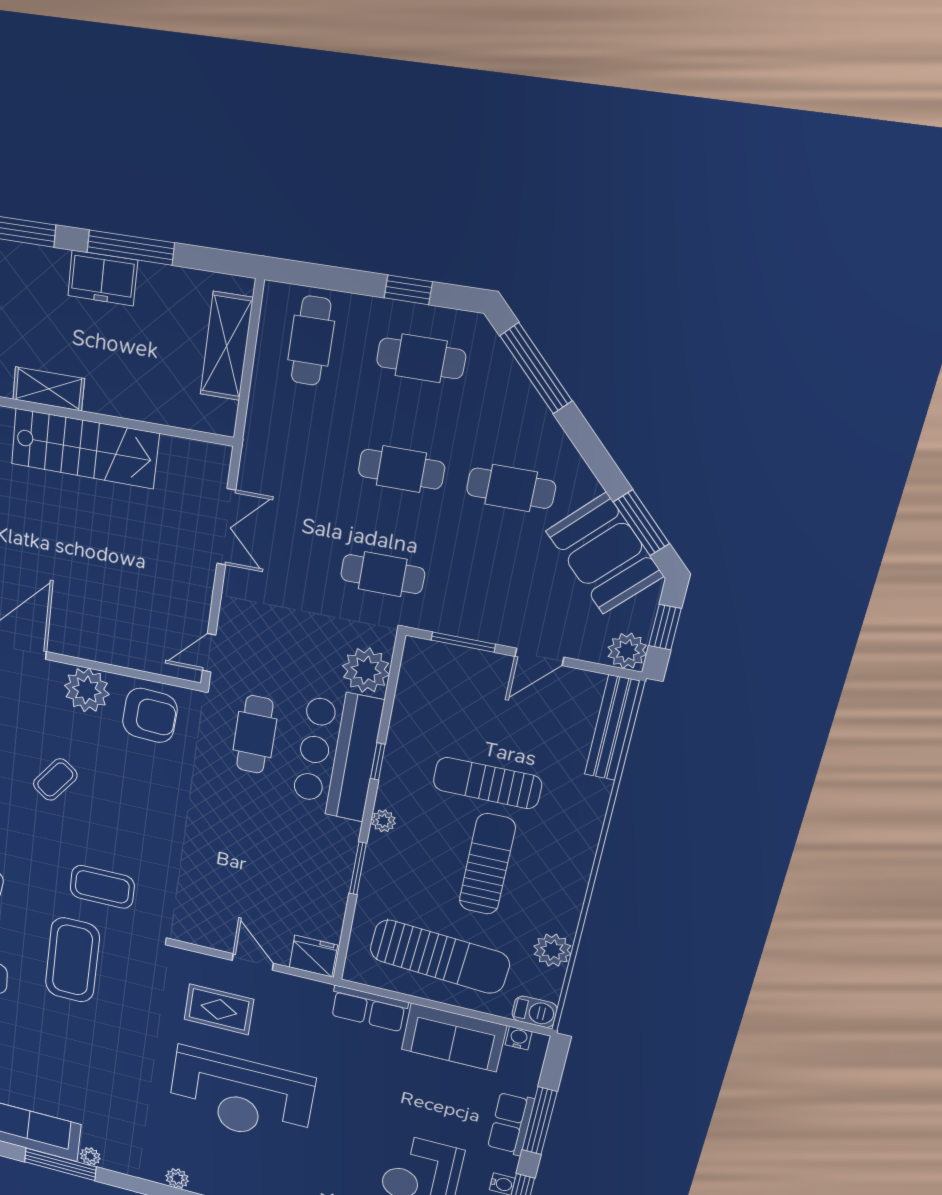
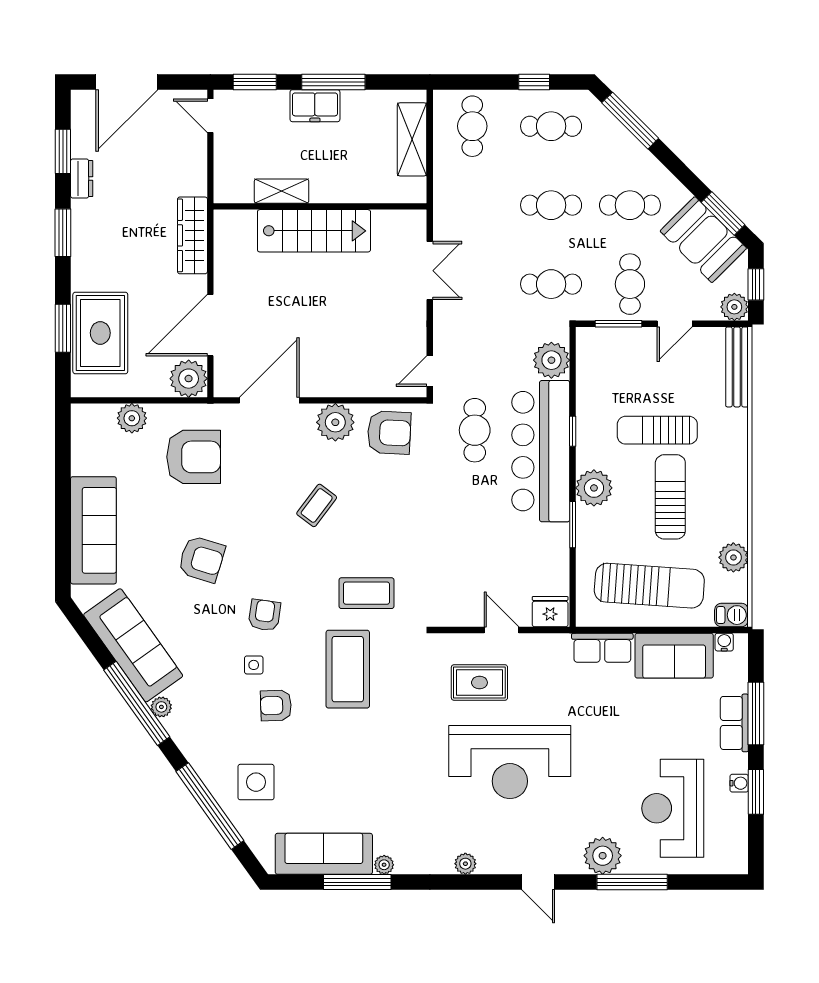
cafe table: (489, 594) -> (630, 284), added
bar counter: (337, 754) -> (541, 451), width x1.36
plant: (383, 821) -> (594, 488), width x1.88, depth x1.88

